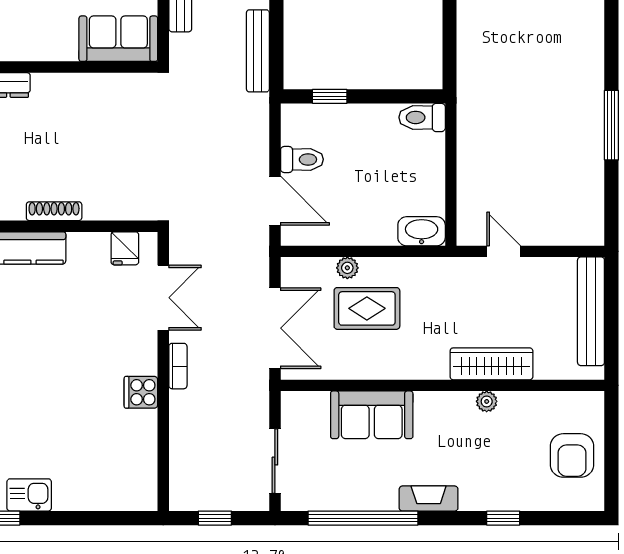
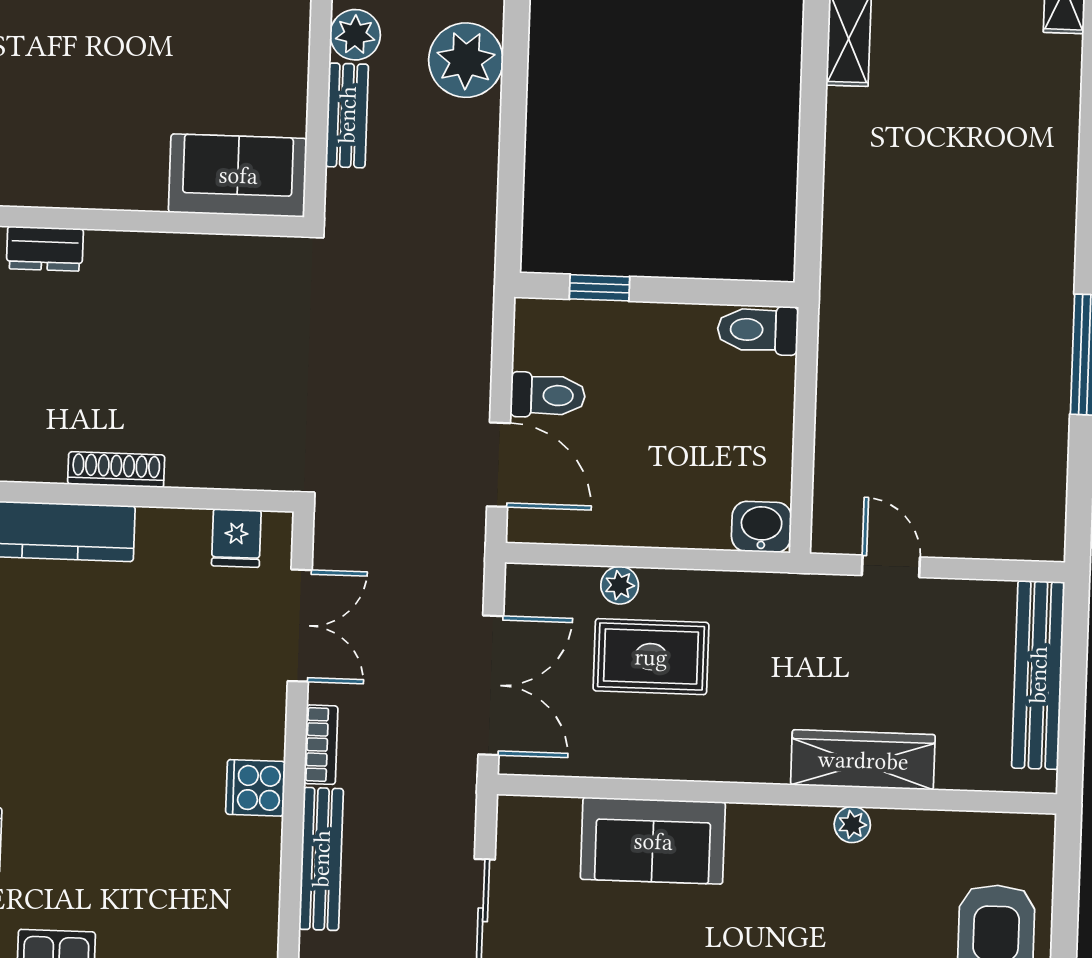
bench: (258, 51) -> (321, 859), moved
washbasin: (422, 231) -> (761, 527), width x0.72

